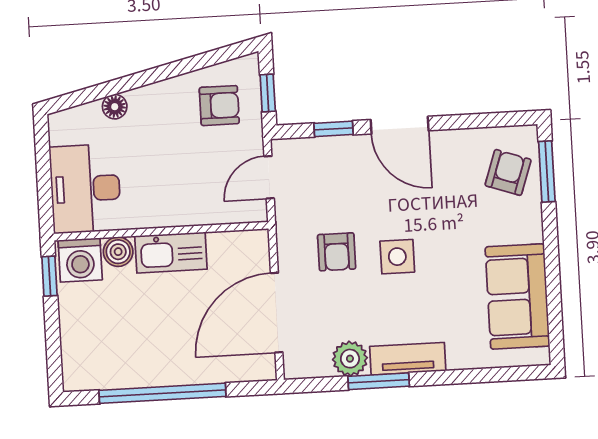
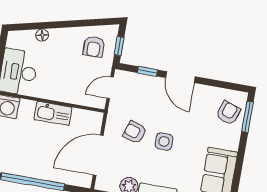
armchair: (219, 106) -> (94, 47), turned 90
boiler: (118, 252) -> (27, 107), removed
armchair: (337, 252) -> (135, 132), turned 108

